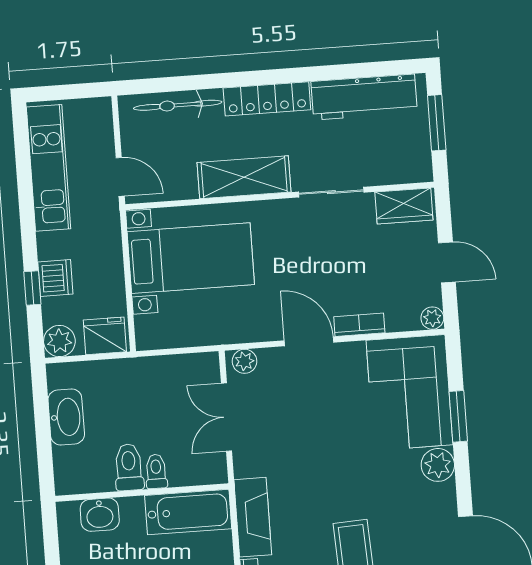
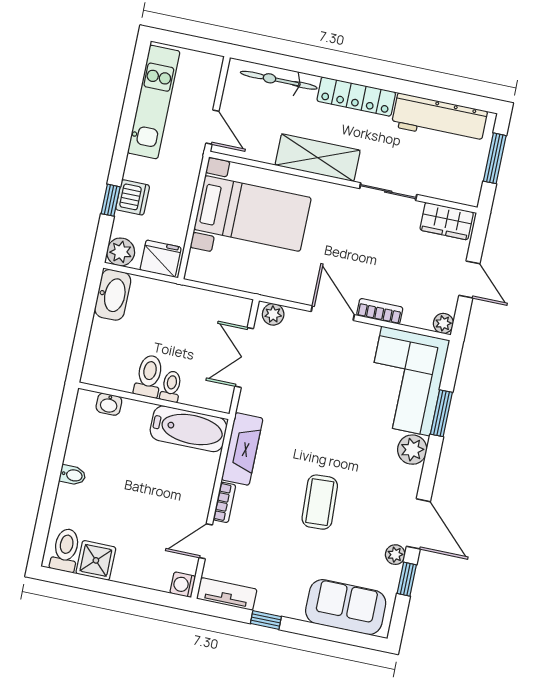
washbasin: (66, 417) -> (113, 295), moved
washbasin: (100, 515) -> (109, 404), width x0.72, depth x0.69

